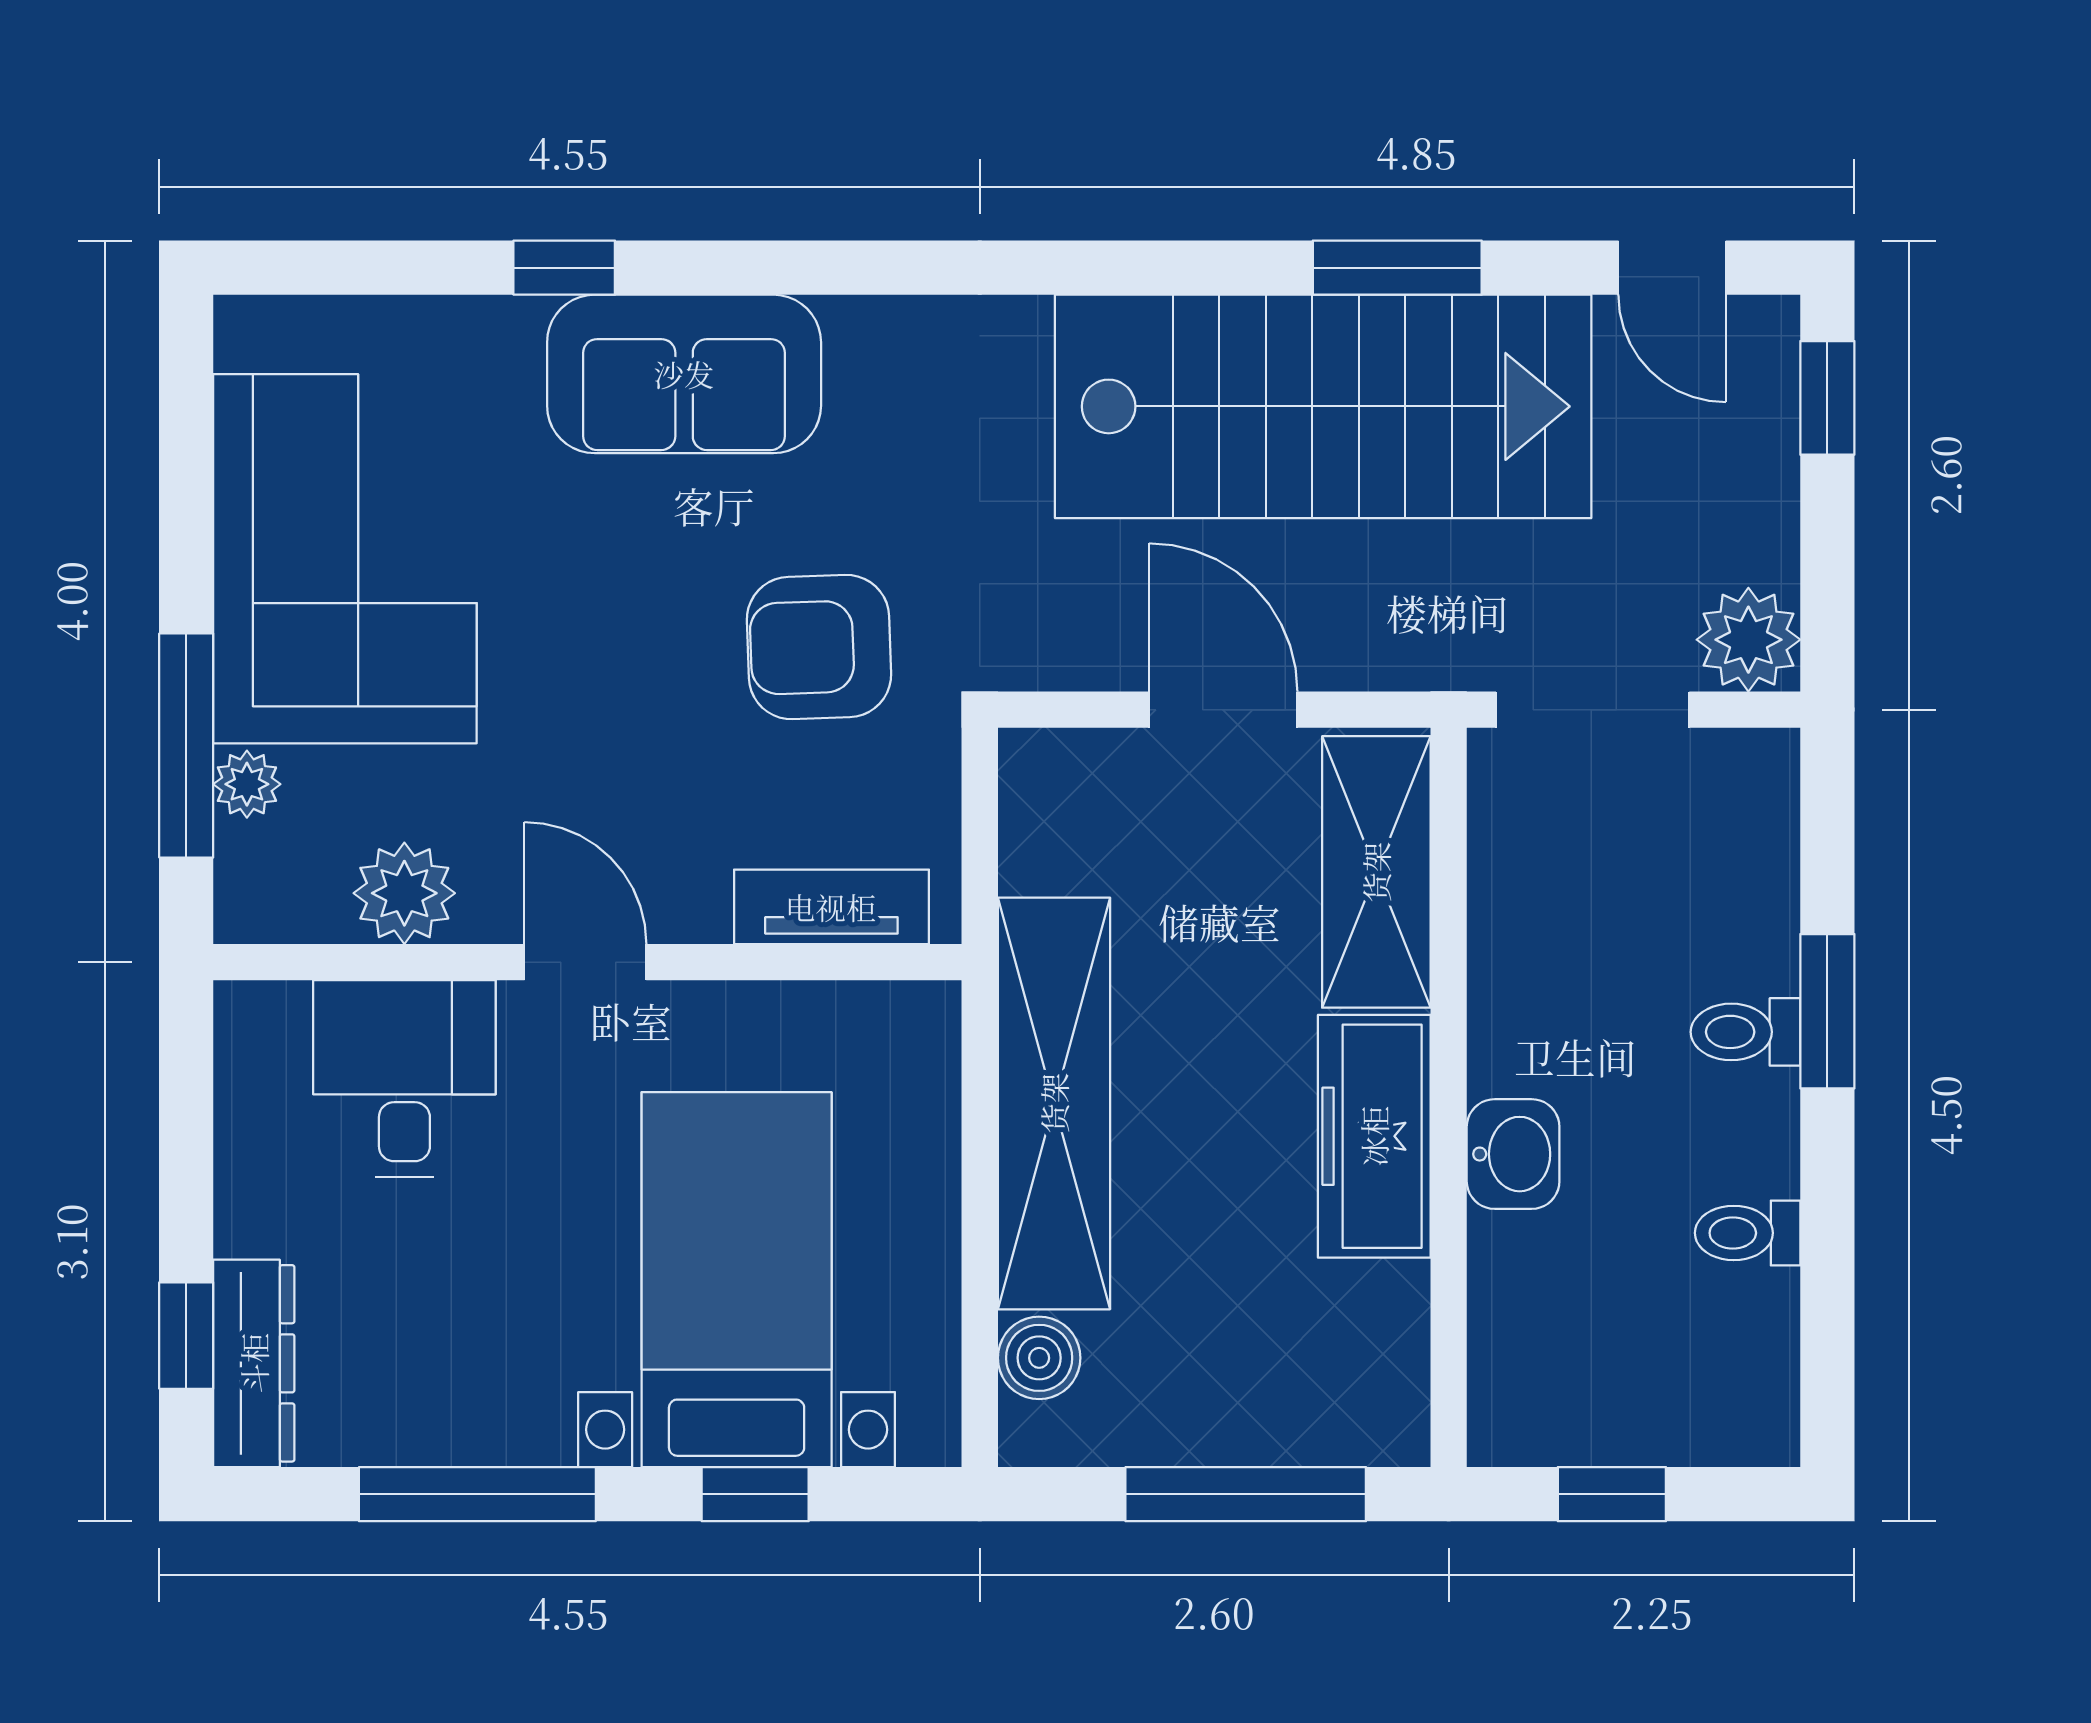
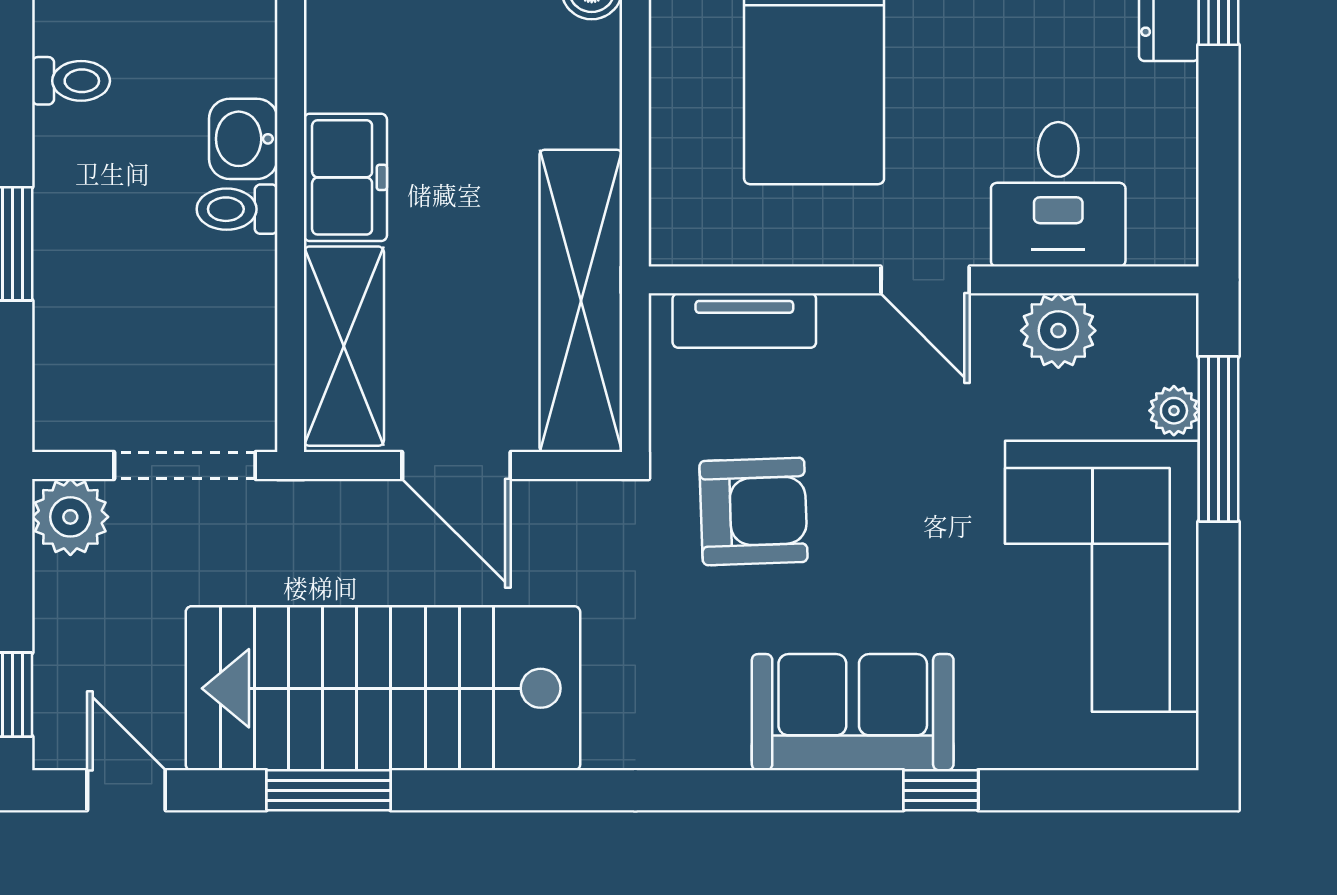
toilet: (1745, 1032) -> (237, 209), moved, turned 180
shelving: (1054, 1103) -> (581, 301), moved
freezer: (1374, 1136) -> (345, 177), width x0.71

